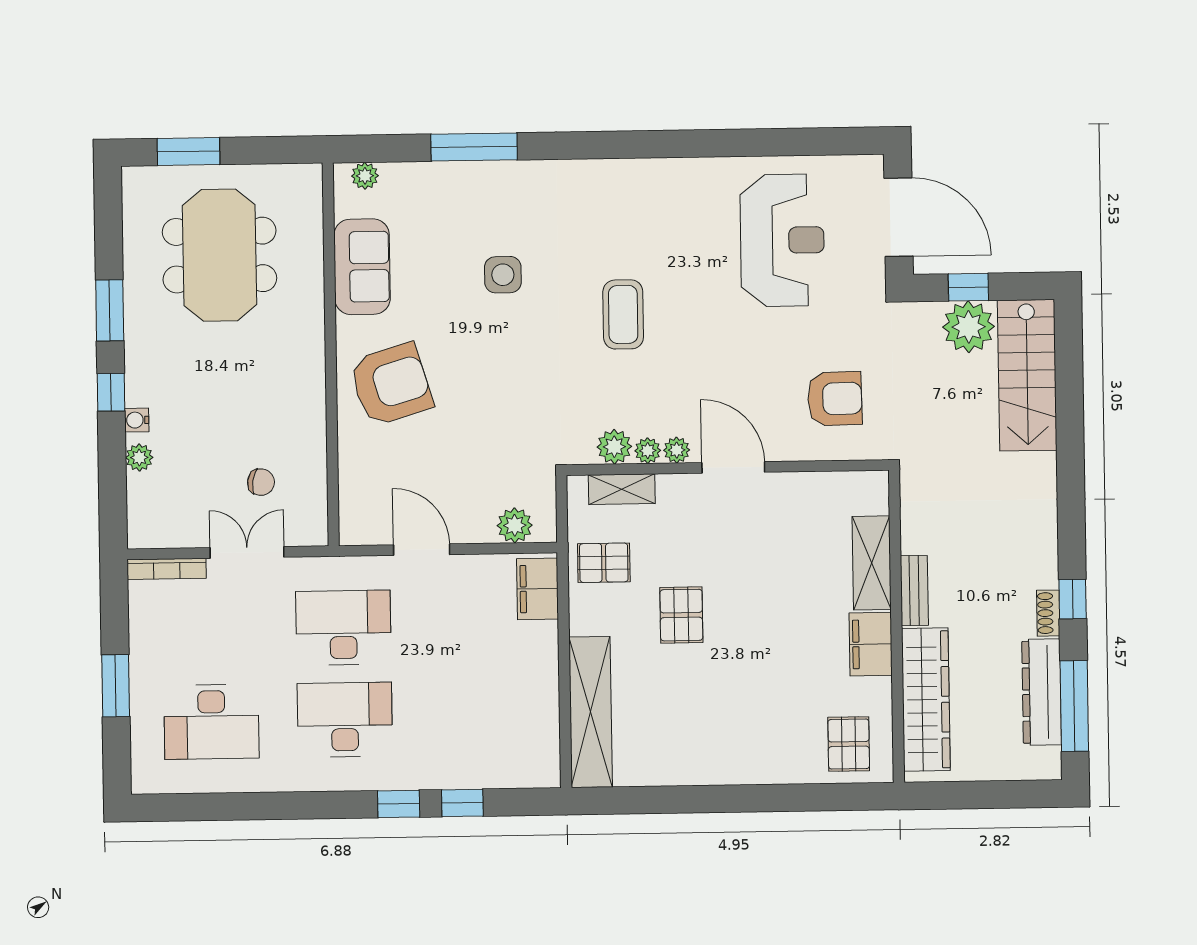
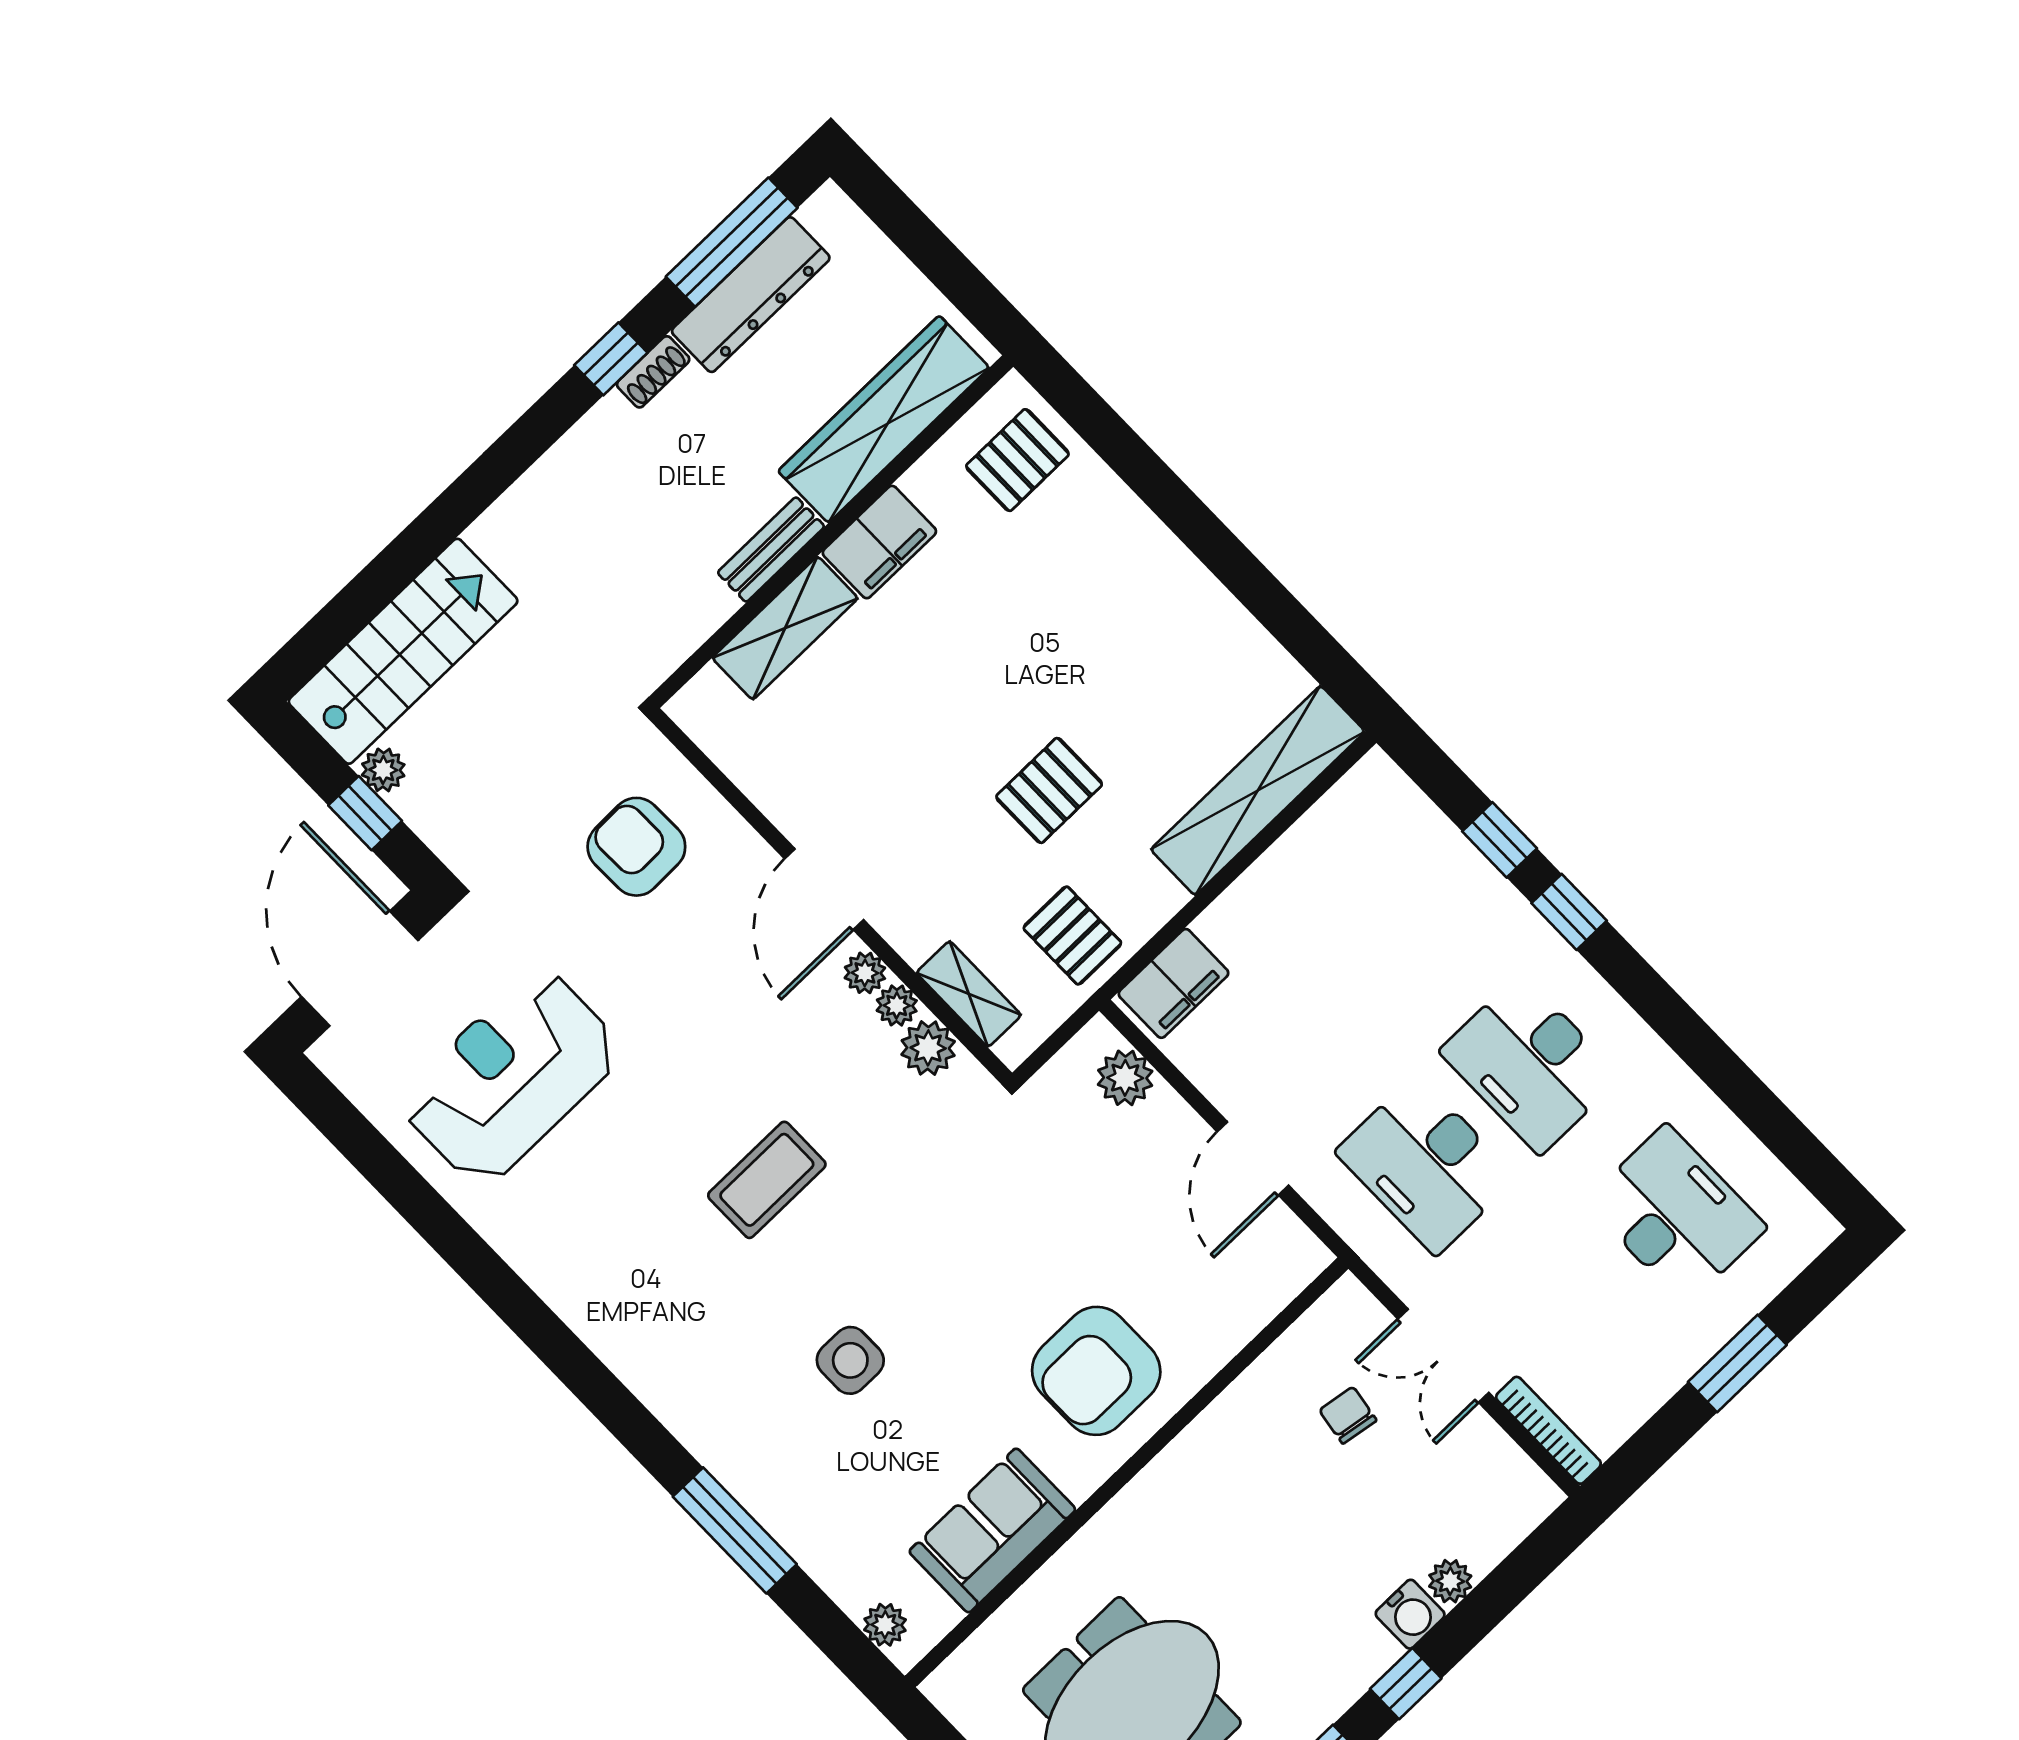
plant: (969, 327) -> (383, 770), width x0.53, depth x0.53
armchair: (391, 384) -> (1096, 1371), turned -73
water cooler: (137, 420) -> (1410, 1614), width x1.38, depth x1.38

